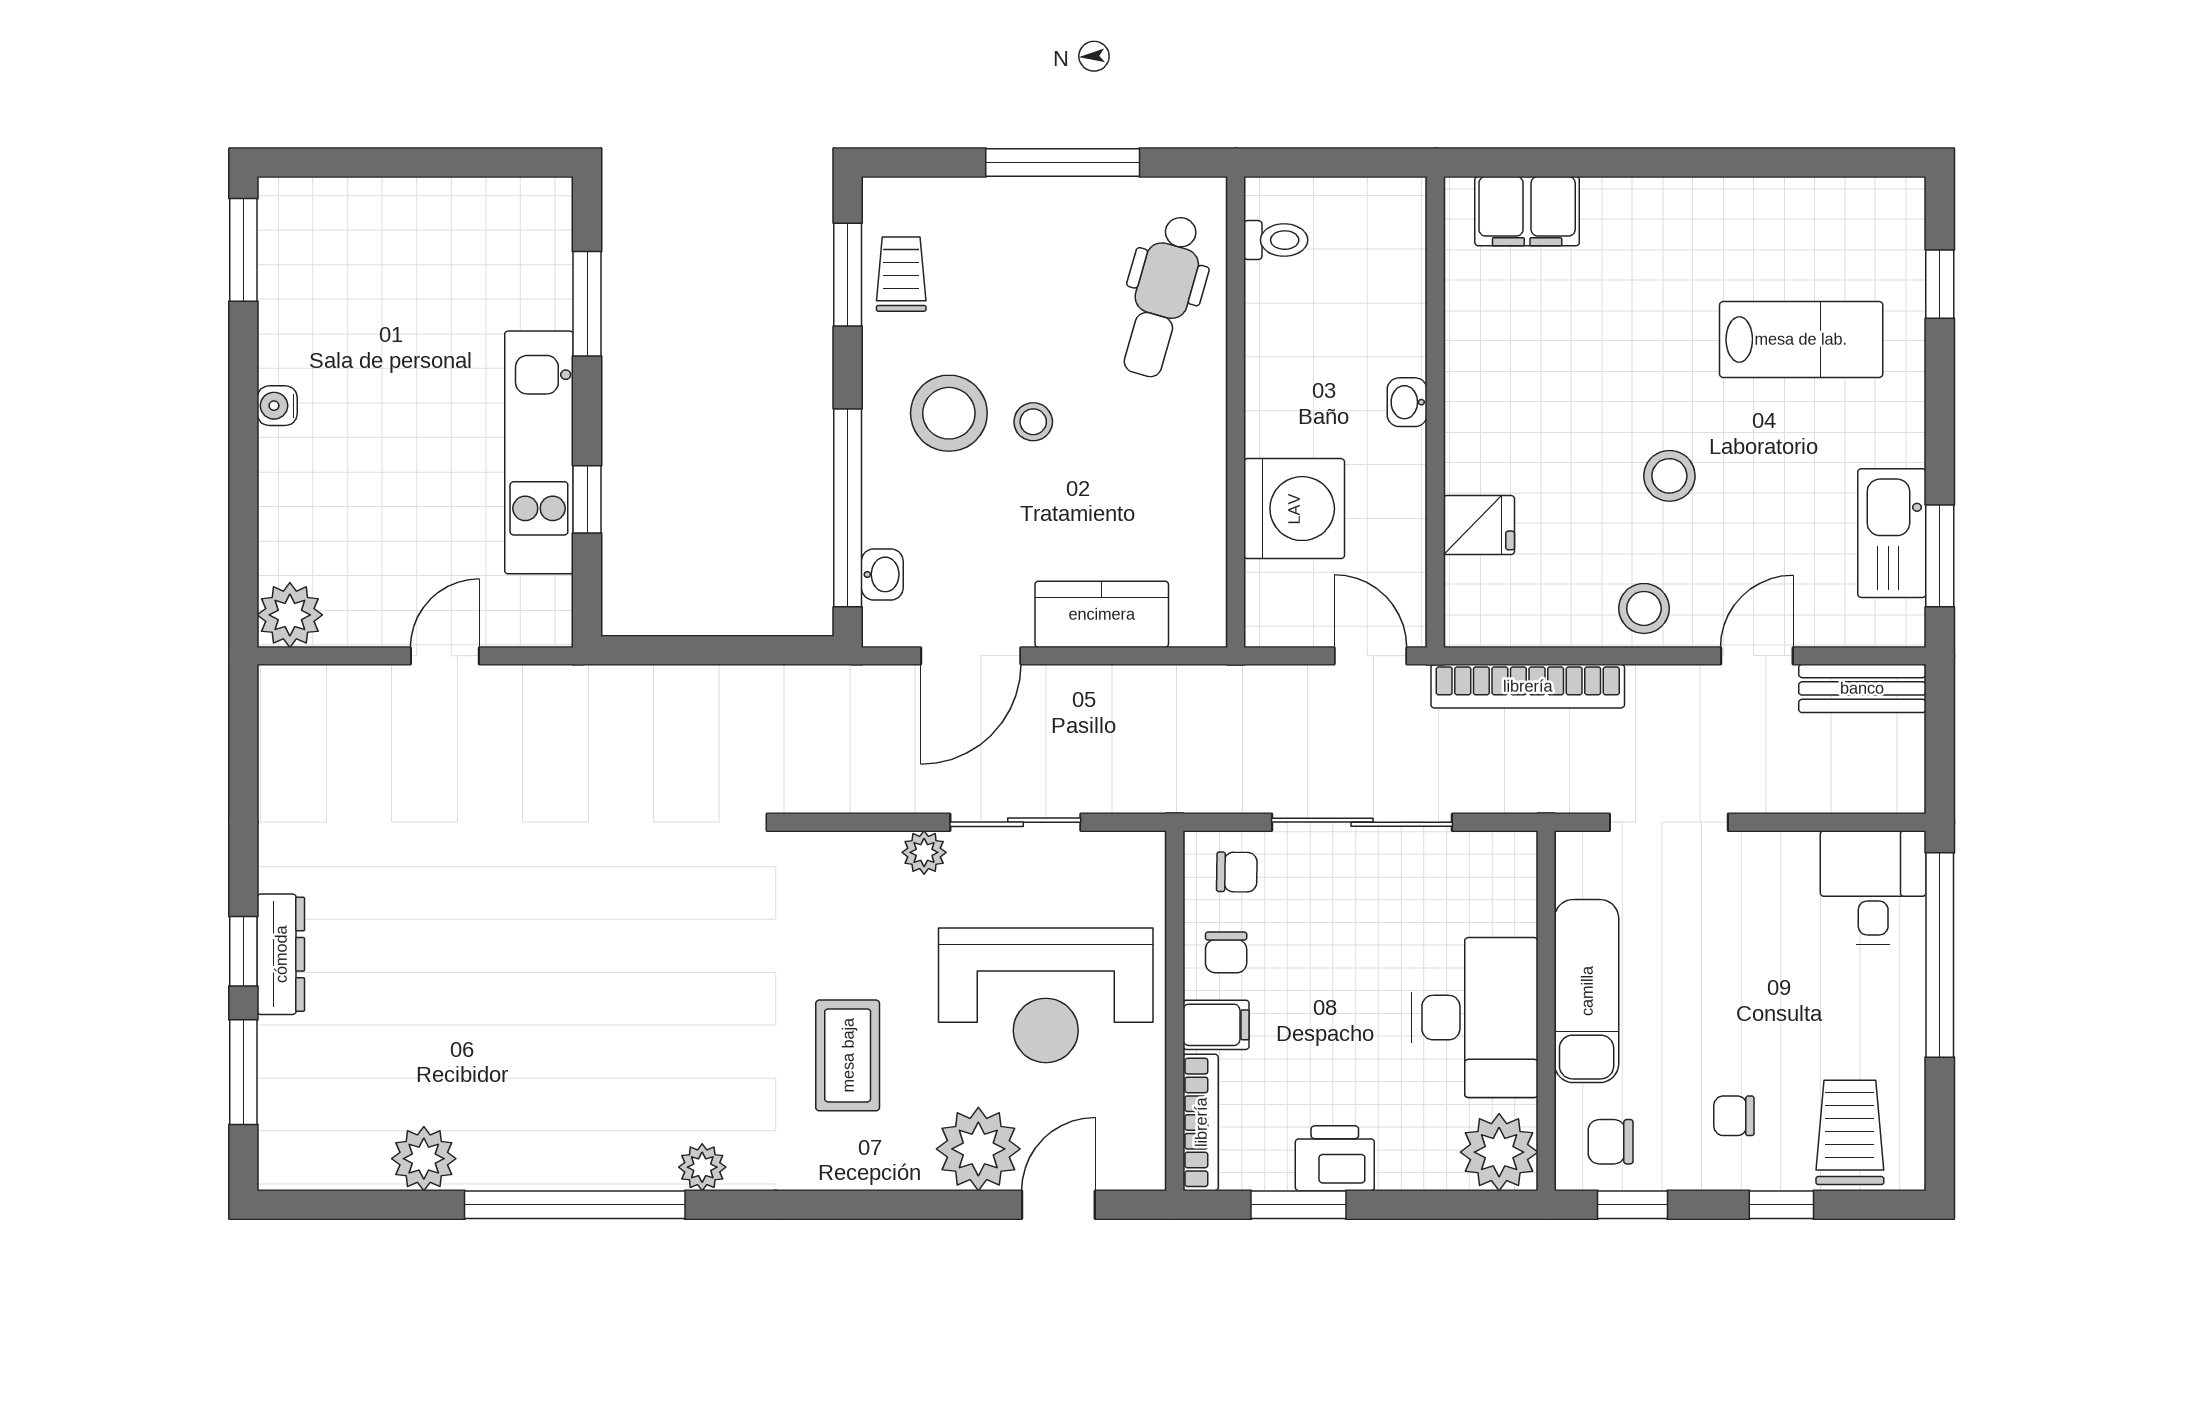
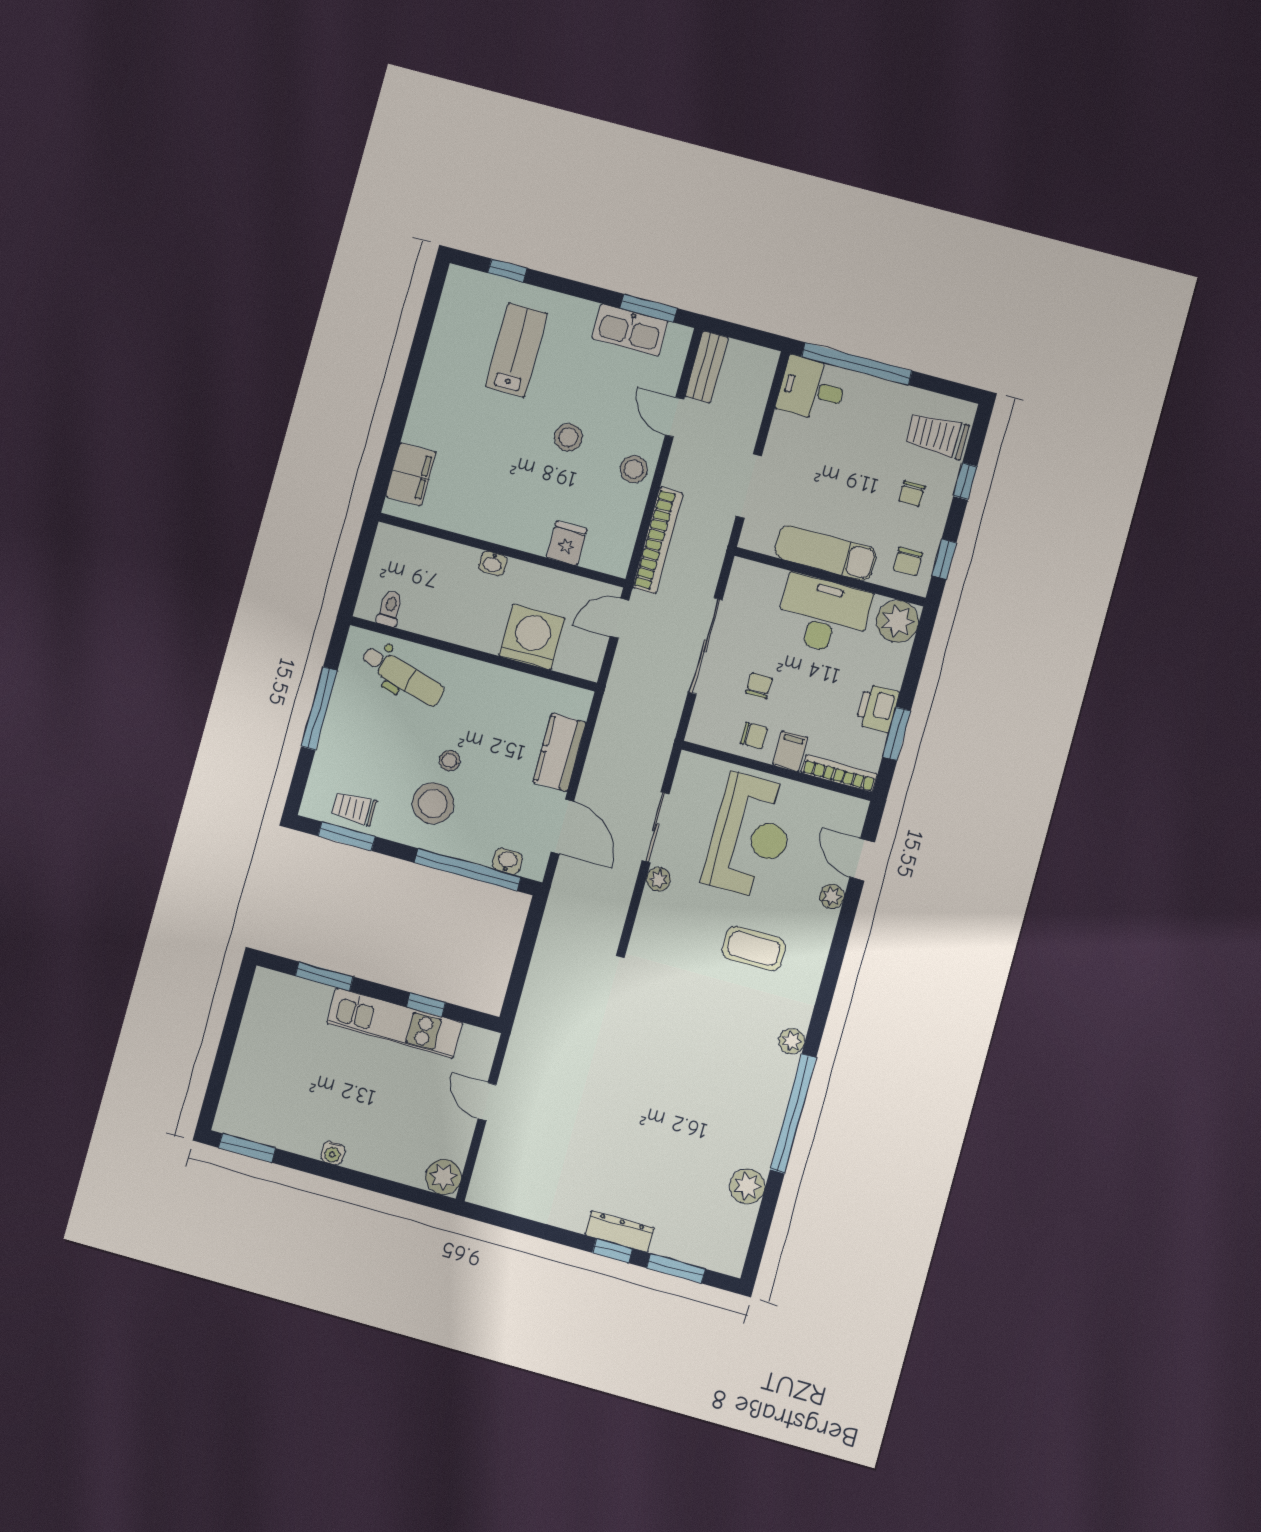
chair: (1237, 872) -> (759, 686), moved
plant: (978, 1149) -> (832, 896), width x0.53, depth x0.53

